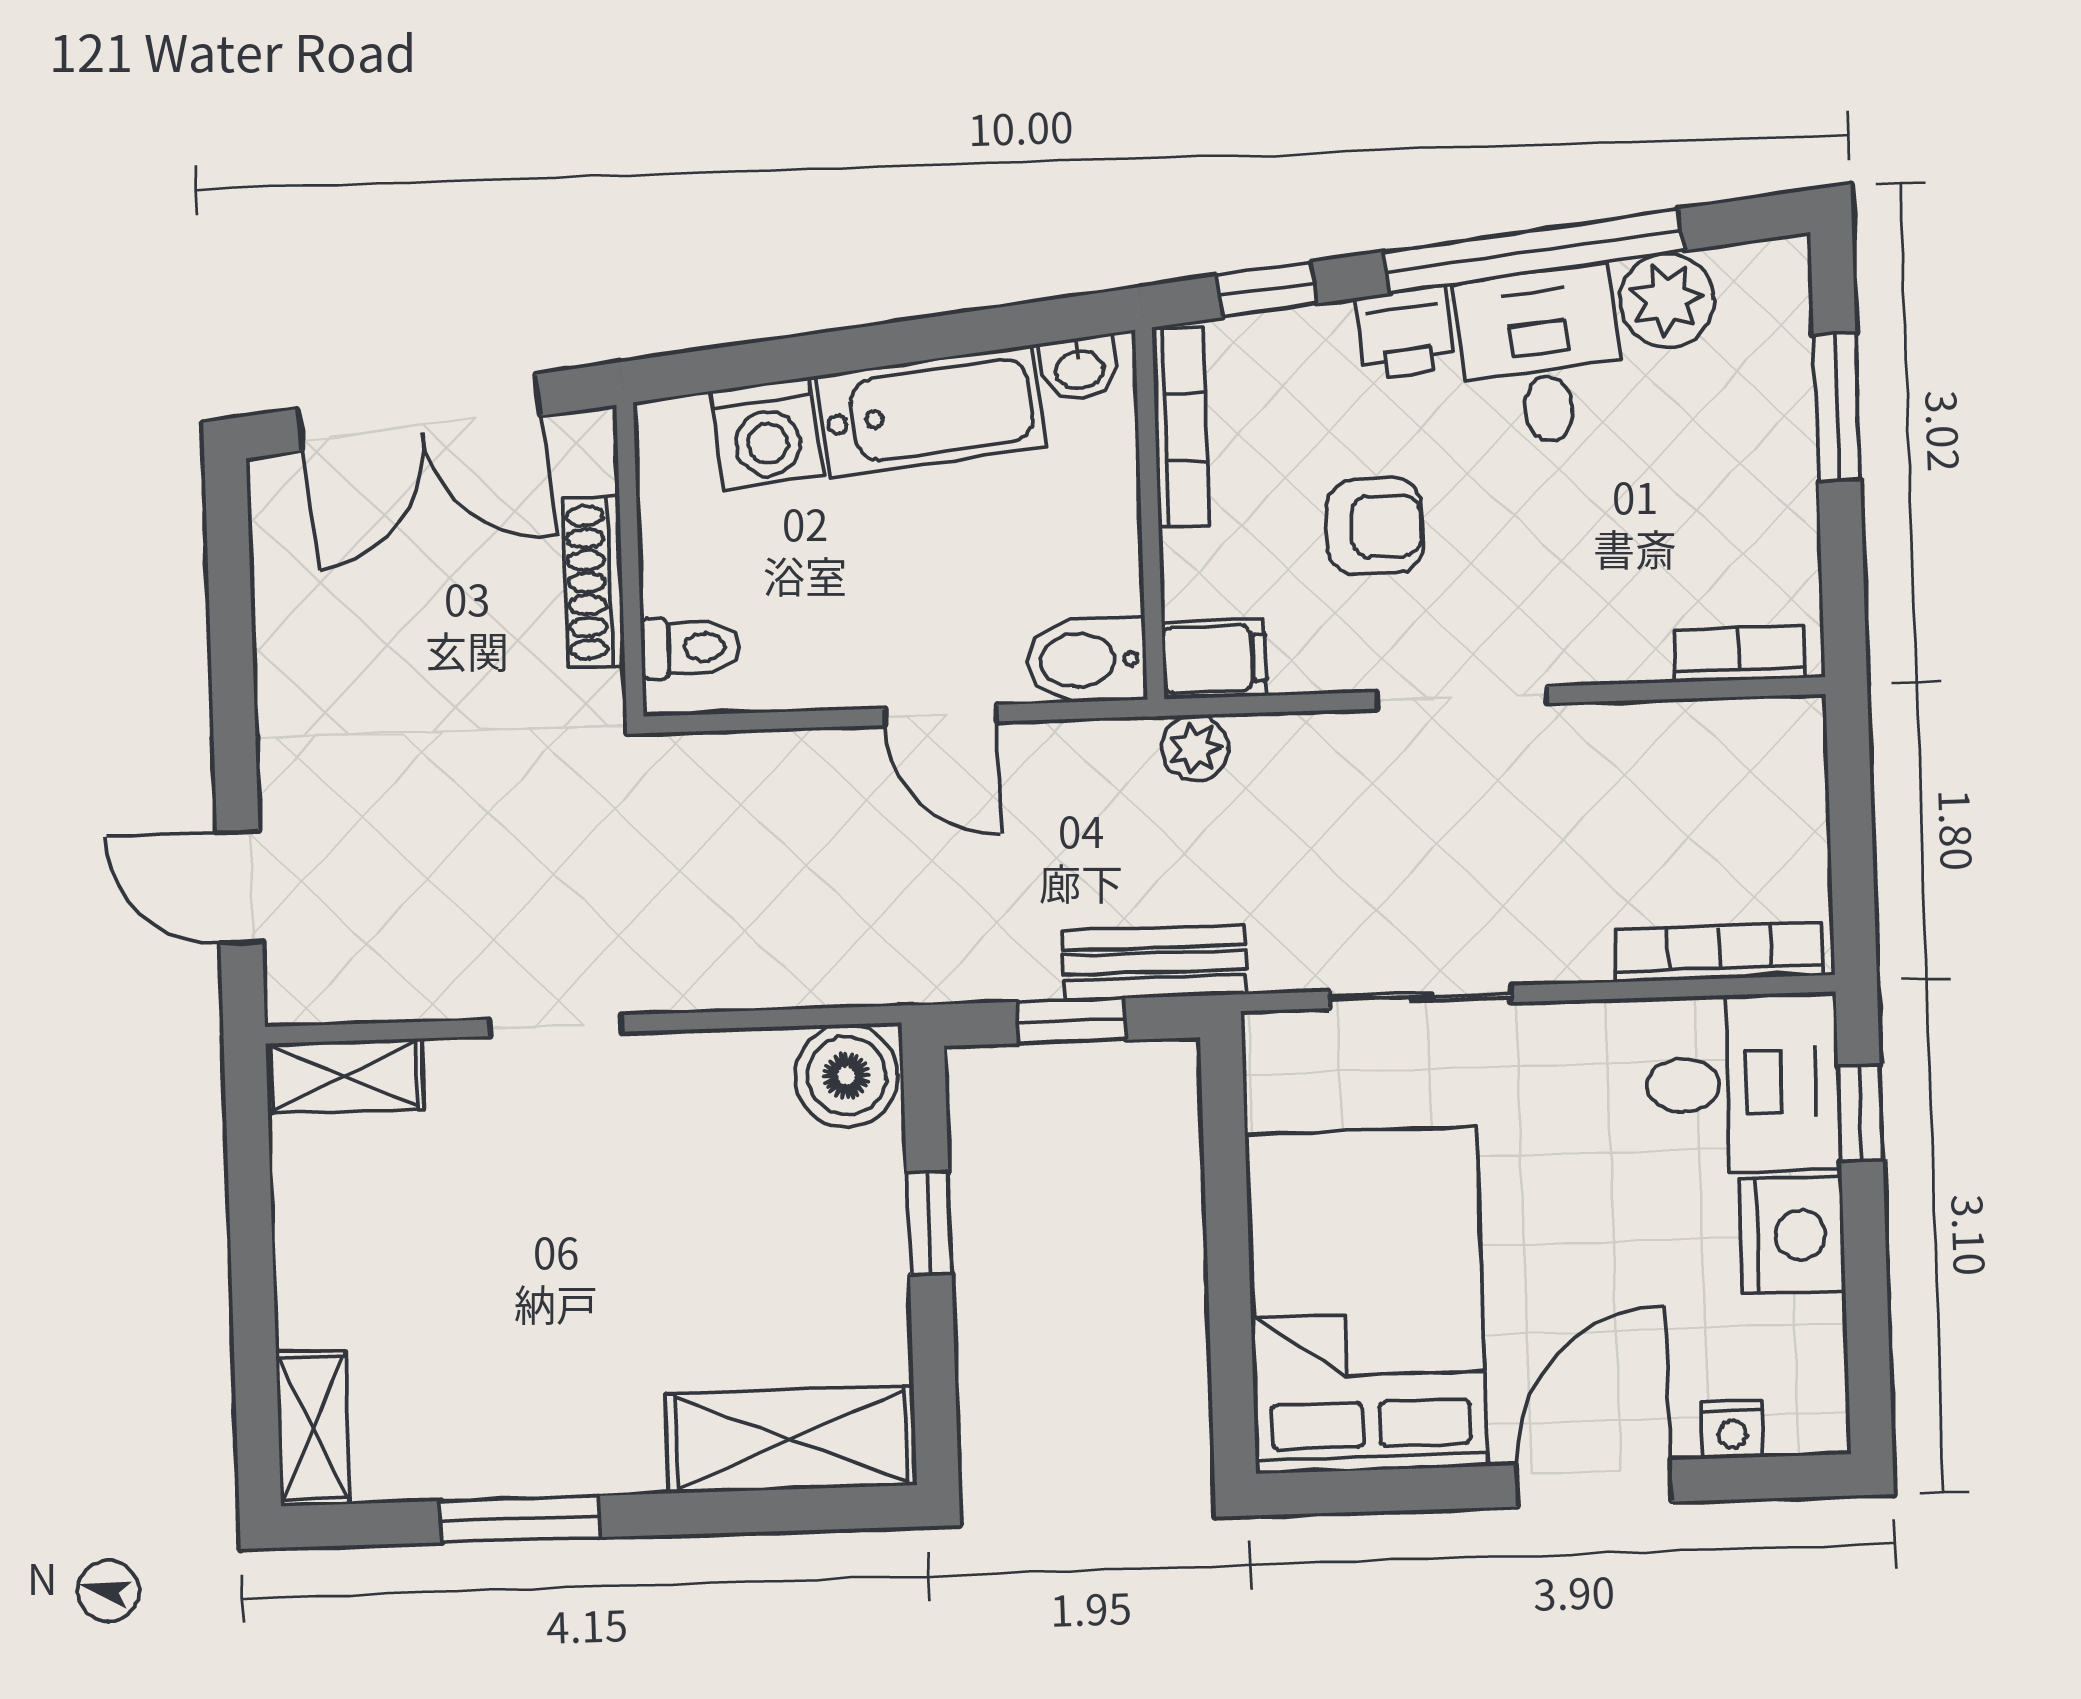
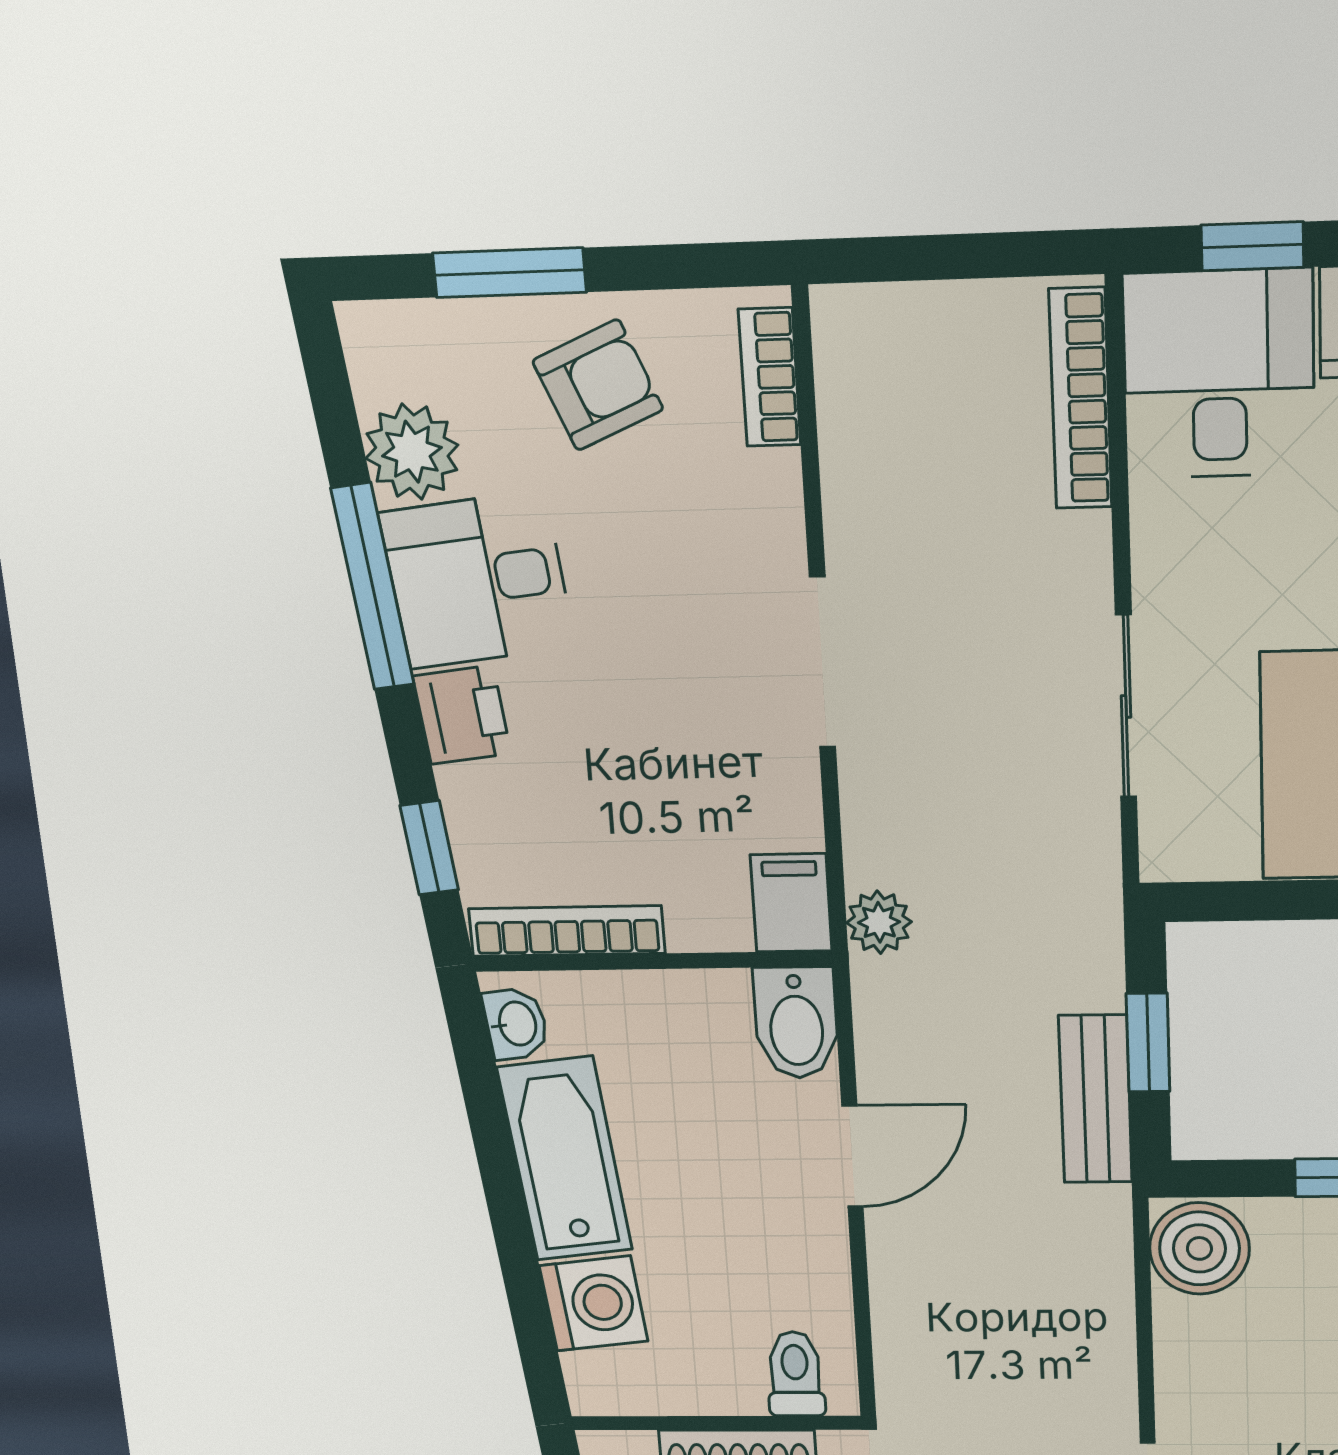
window: (1534, 251) -> (373, 587), width x0.68
armchair: (1375, 526) -> (598, 385), moved, turned 67
bench: (1155, 963) -> (1095, 1099), moved

